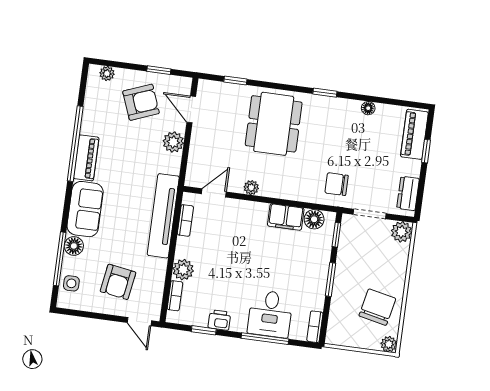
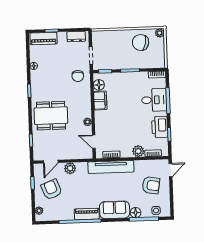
plant: (401, 232) -> (98, 36), removed
printer: (219, 320) -> (160, 127), width x1.87, depth x1.48

